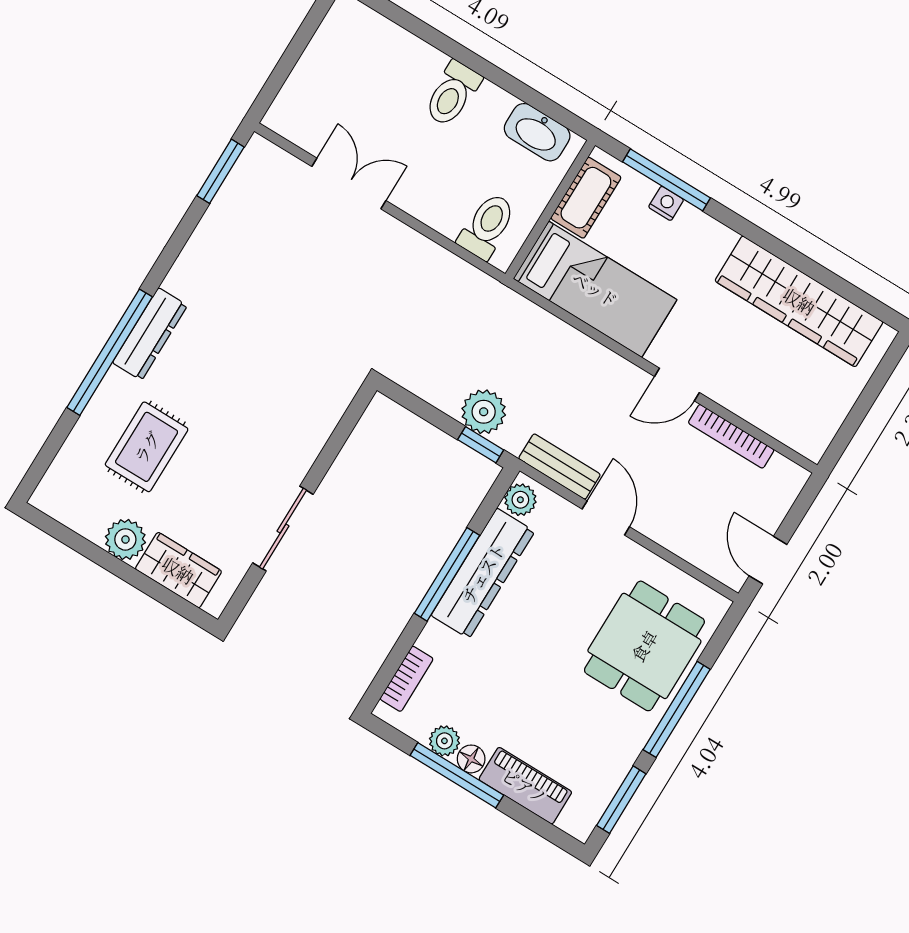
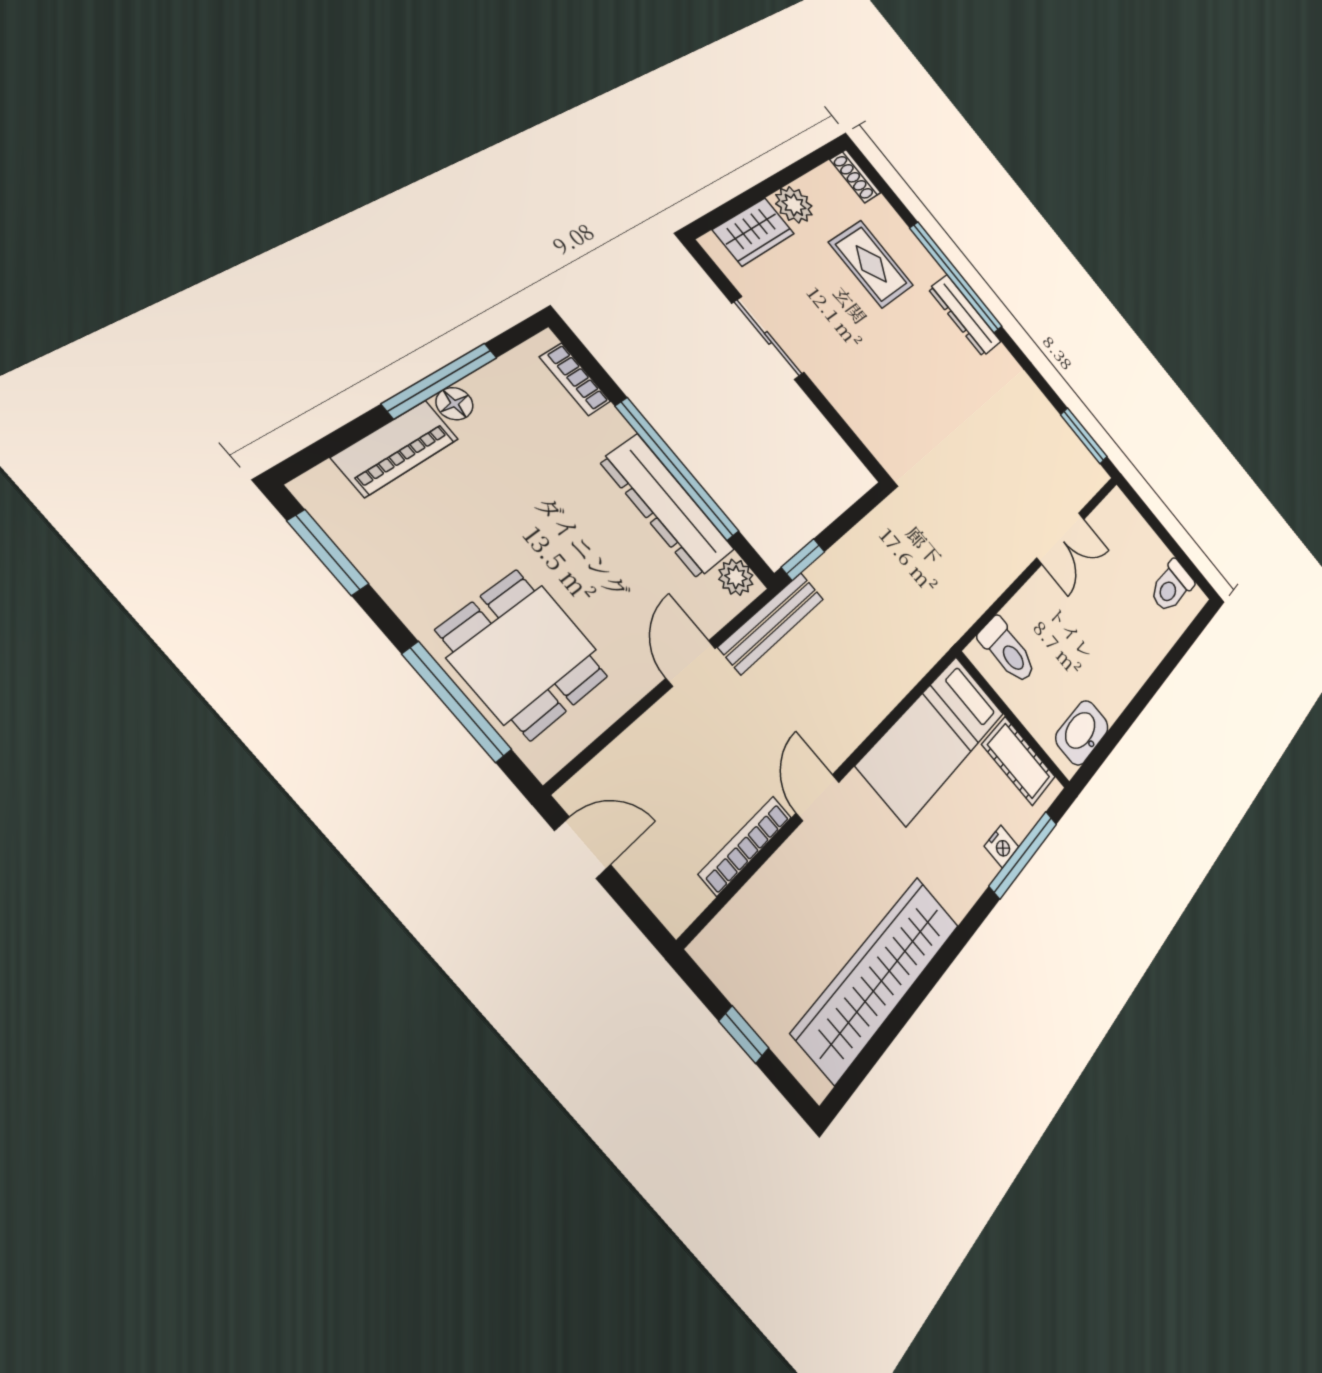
toilet: (452, 94) -> (1172, 587), moved, turned -90
window: (864, 404) -> (744, 1035), added
plant: (484, 412) -> (835, 576), removed
bench: (559, 467) -> (772, 623), width x1.36
shoe rack: (53, 486) -> (855, 176), added
door: (606, 518) -> (691, 663), swing flipped
window: (447, 574) -> (677, 469), width x1.46
window: (677, 709) -> (457, 702), moved
plant: (444, 741) -> (488, 385), removed

